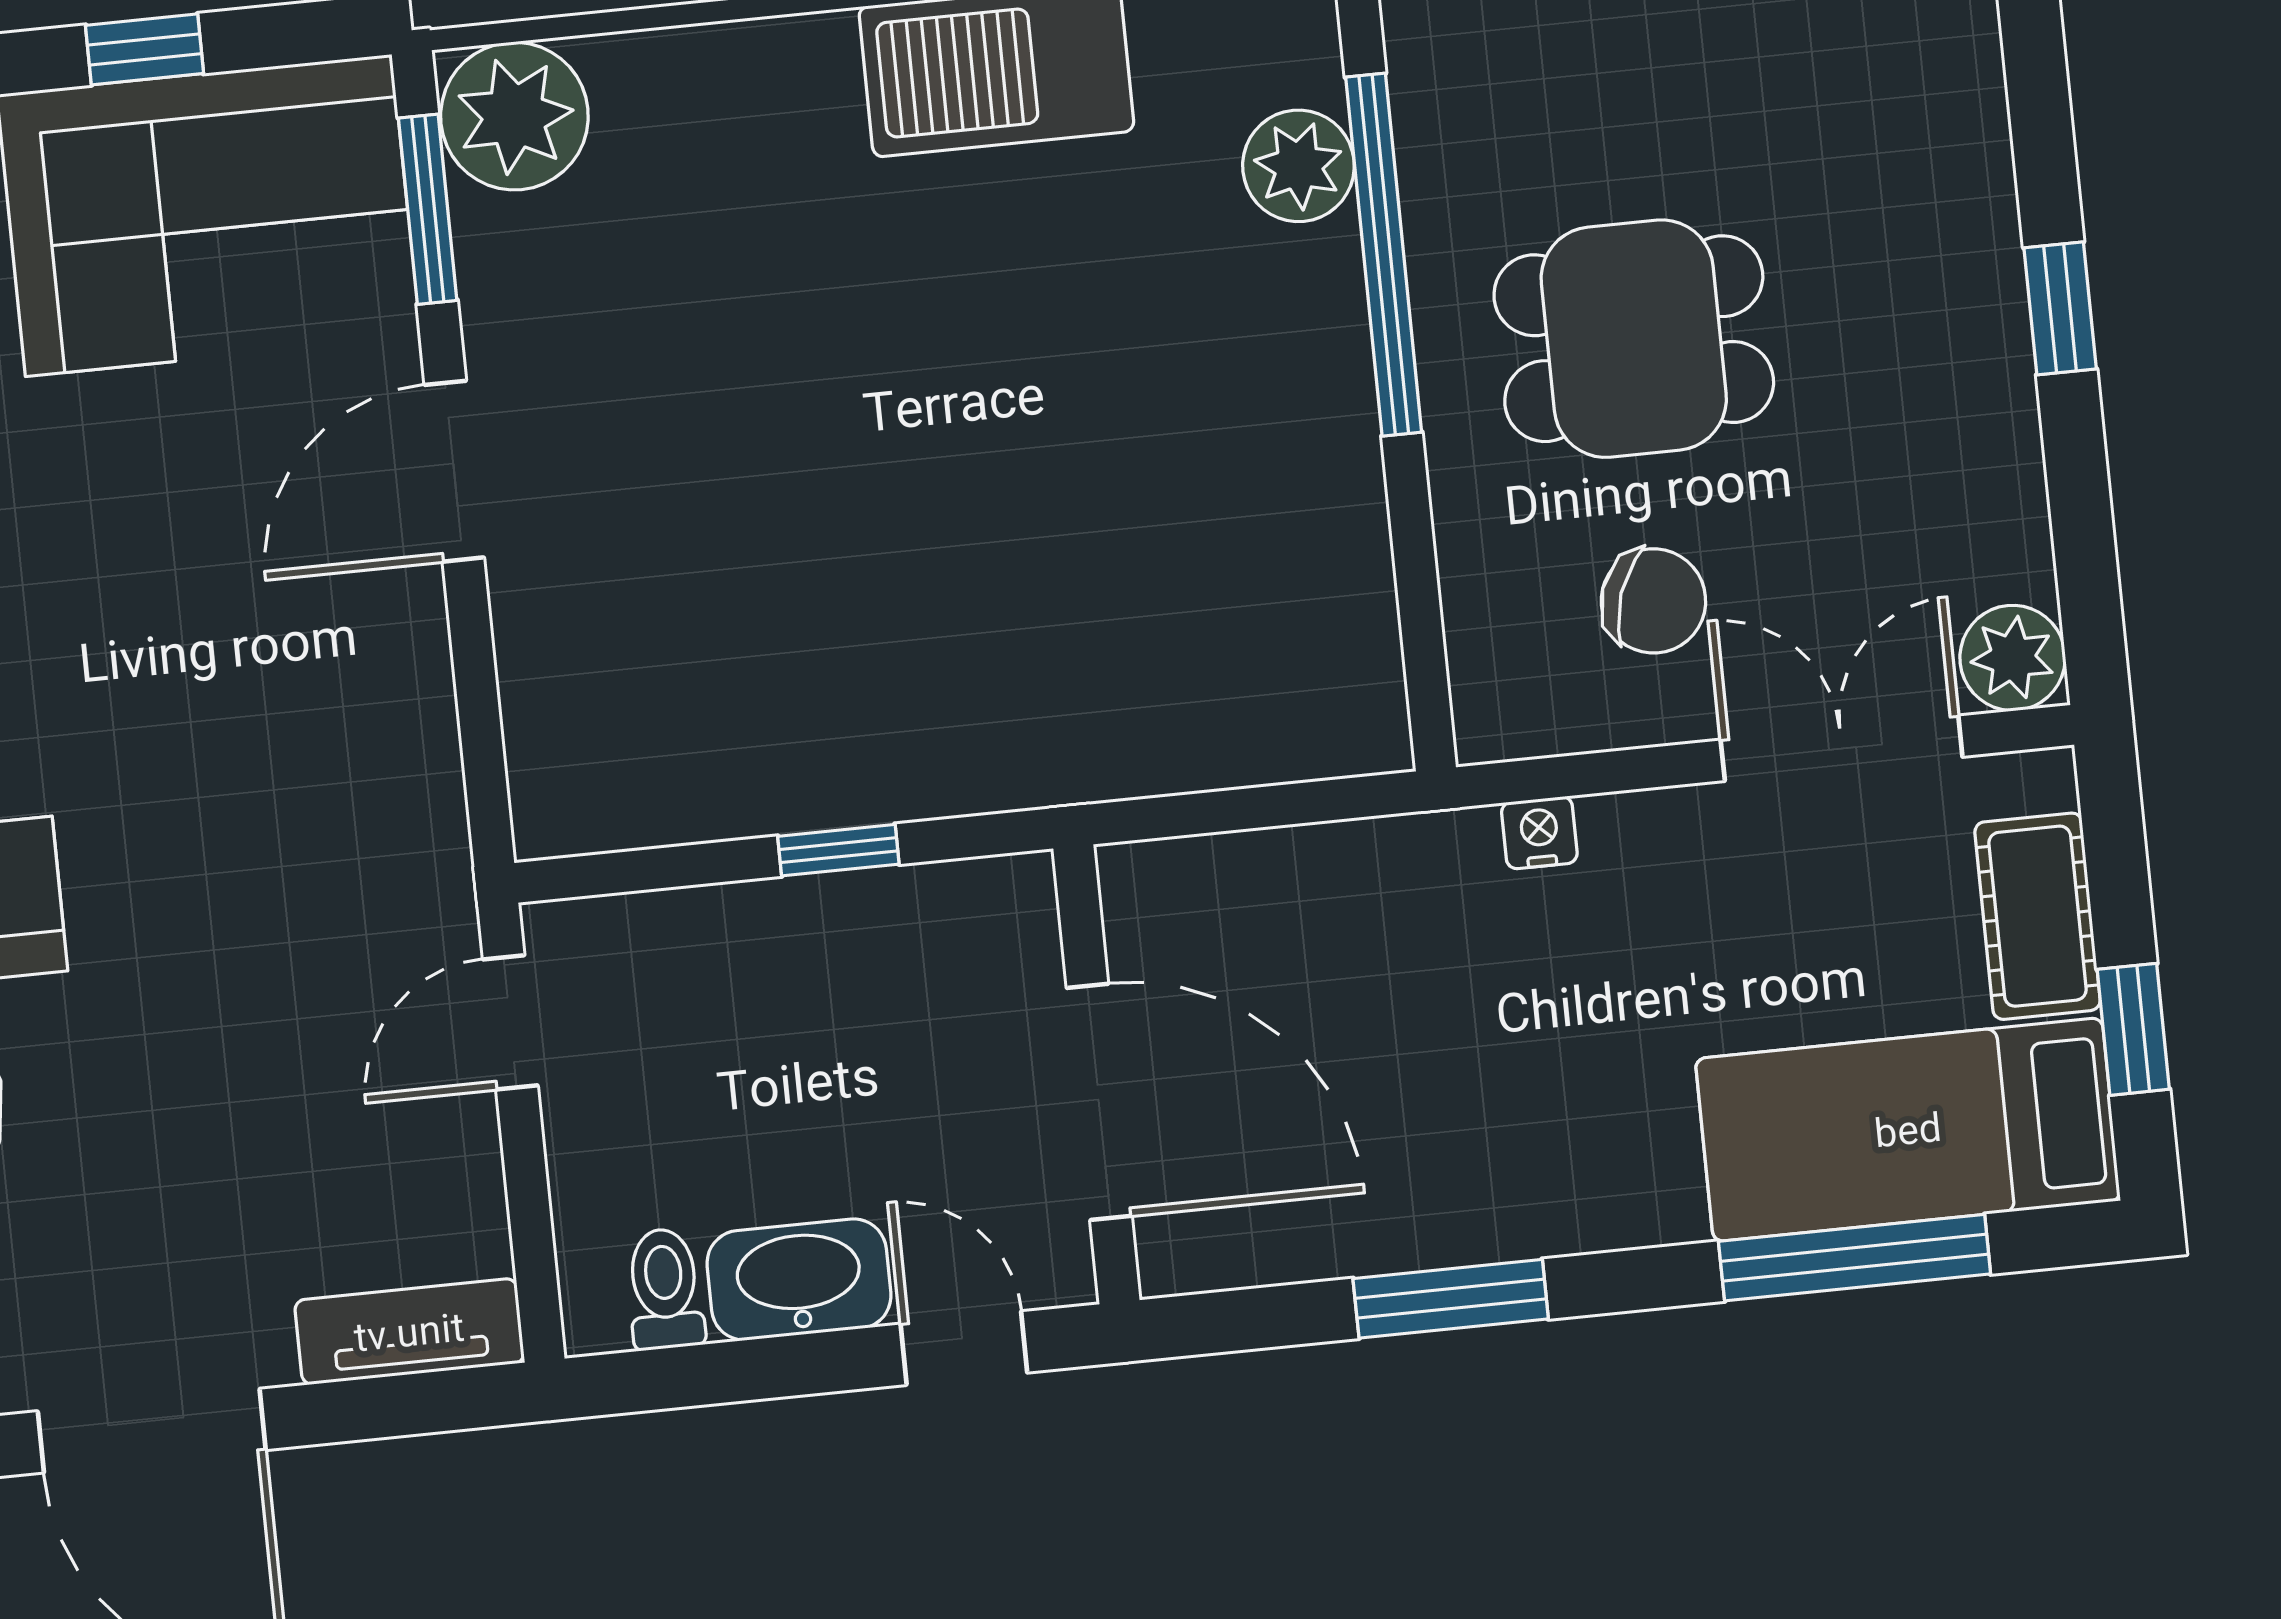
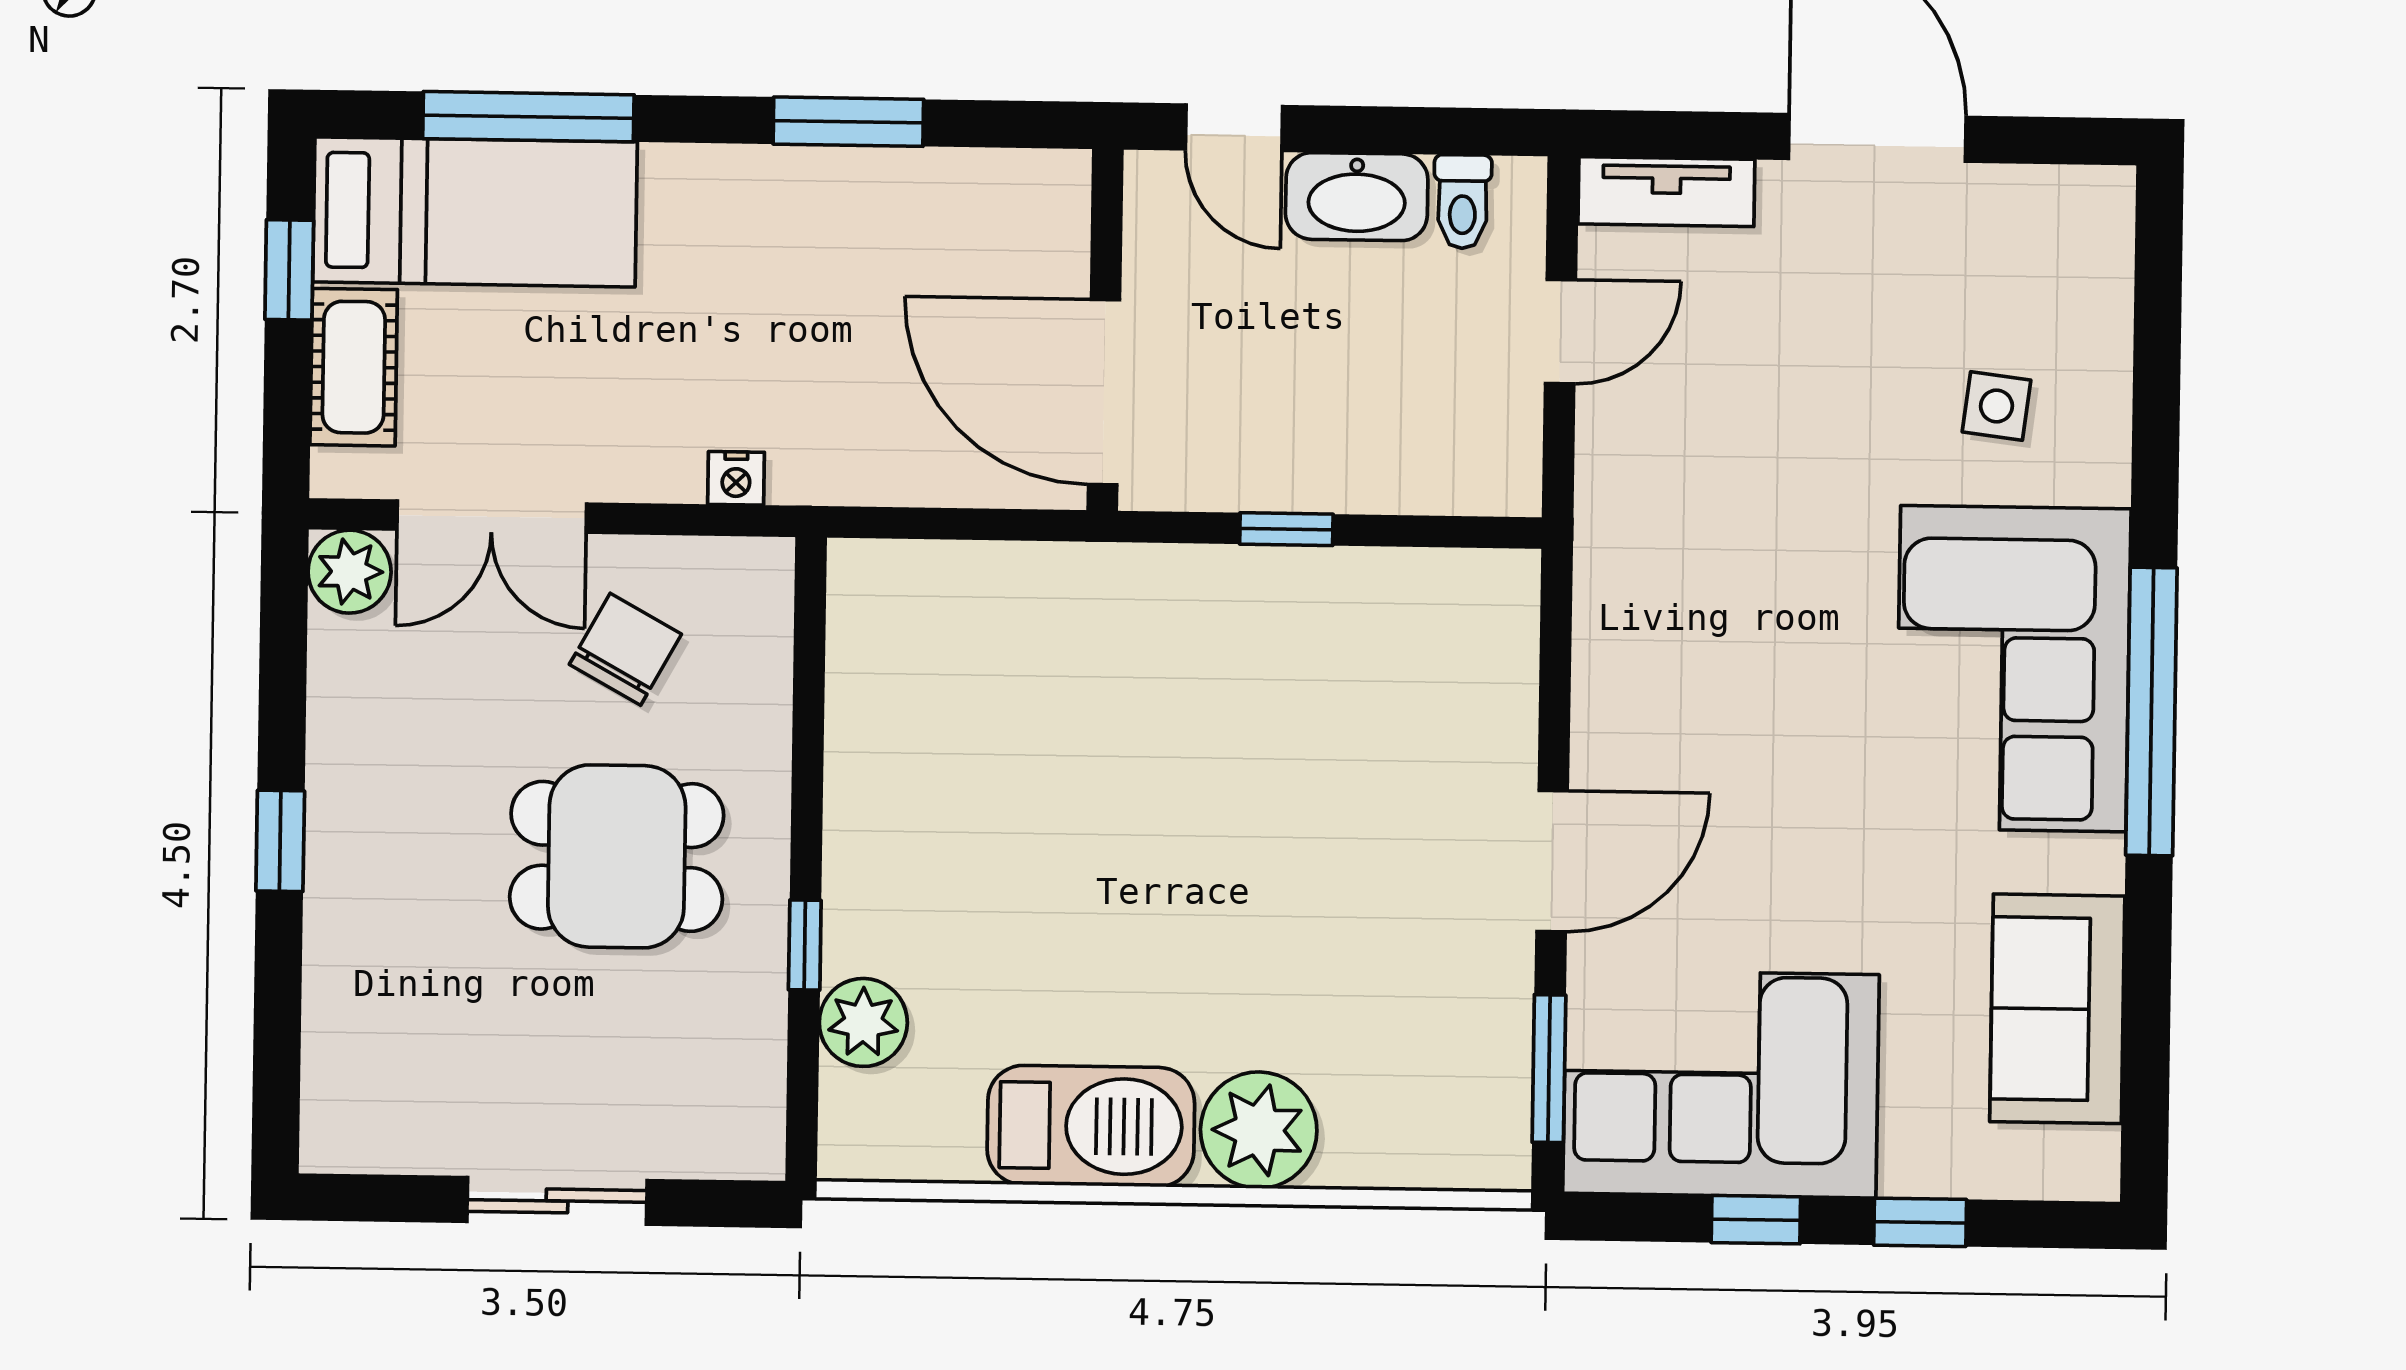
plant: (514, 116) -> (1259, 1130), moved
window: (1384, 255) -> (805, 945), width x0.32
chair: (1653, 601) -> (625, 649), turned 100
door: (510, 1022) -> (1560, 332), moved
door: (1099, 1102) -> (1104, 392), moved

